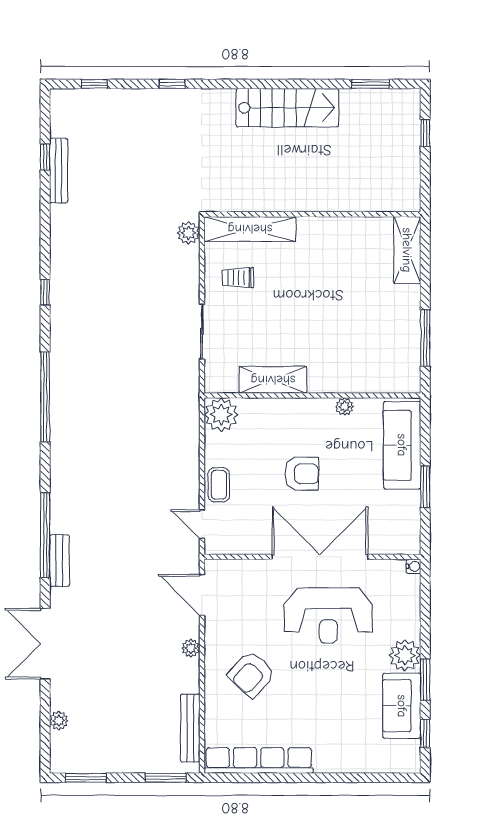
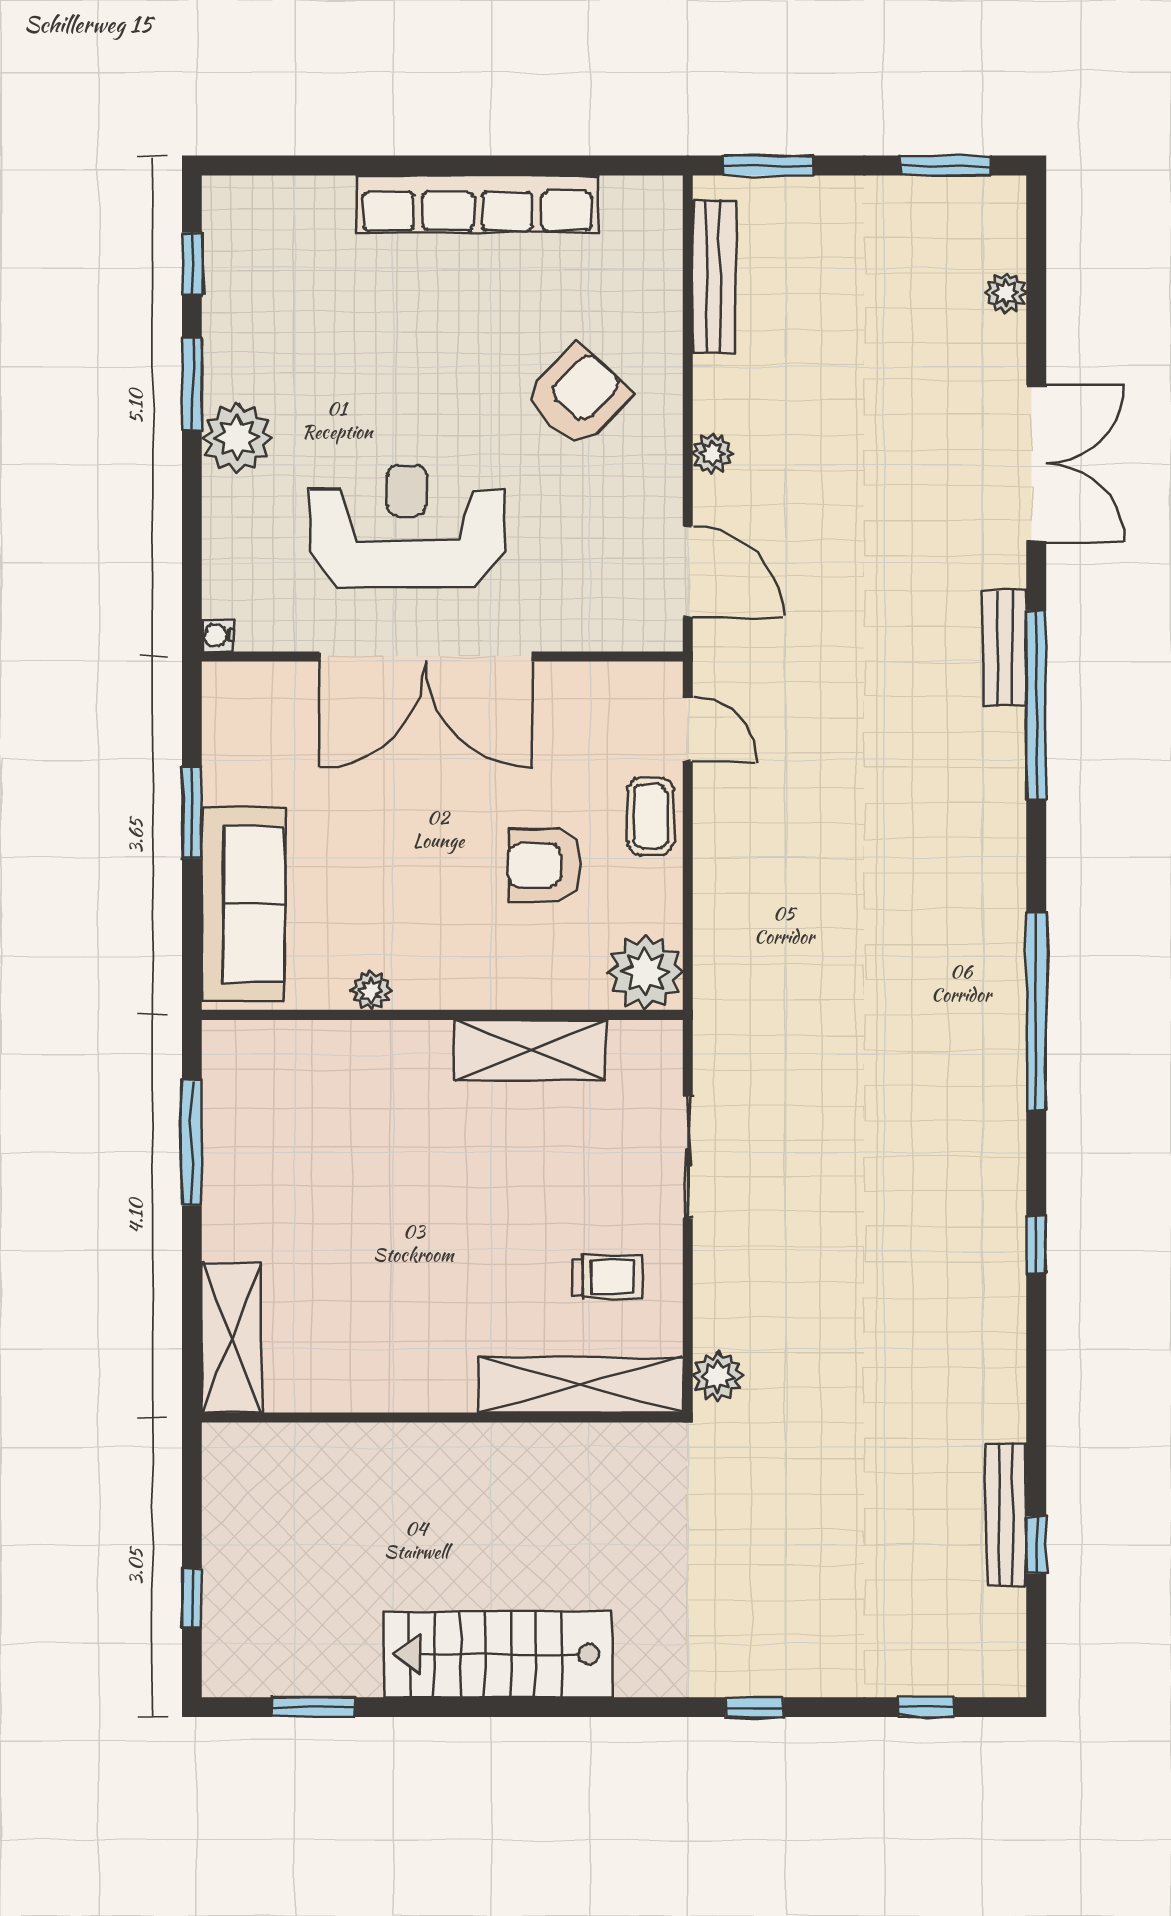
armchair: (302, 474) -> (545, 865), moved
sofa: (402, 706) -> (244, 326), removed
row of seats: (259, 760) -> (478, 204), moved

